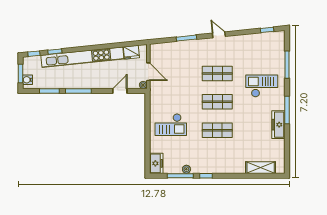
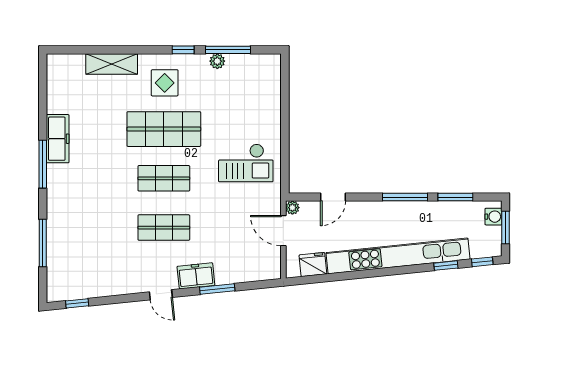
checkout: (262, 86) -> (86, 206), removed
checkout: (171, 125) -> (246, 163), moved, turned 180
shop shelf: (217, 130) -> (164, 129), width x1.43, depth x1.36
display table: (217, 157) -> (165, 83), added
freezer: (156, 163) -> (196, 276), moved, turned 84
shelving: (261, 168) -> (112, 64), moved

